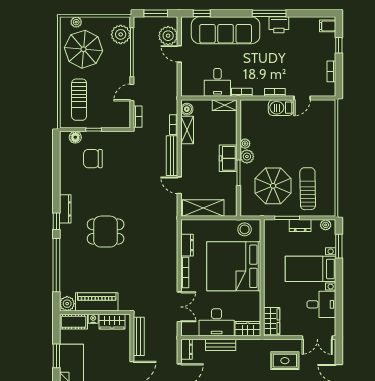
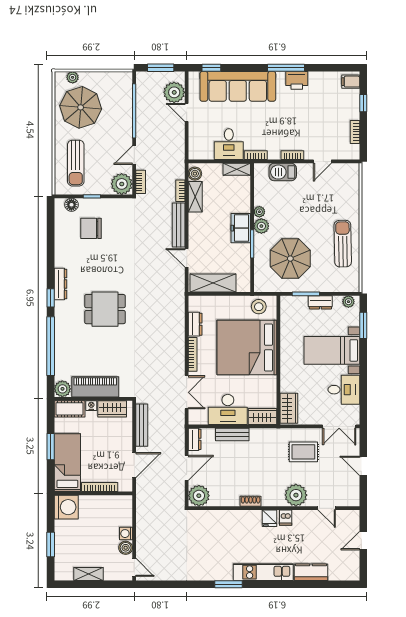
plant: (121, 34) -> (122, 184), moved
barbecue: (281, 108) -> (283, 172), moved
sun lounger: (308, 189) -> (343, 244), moved

